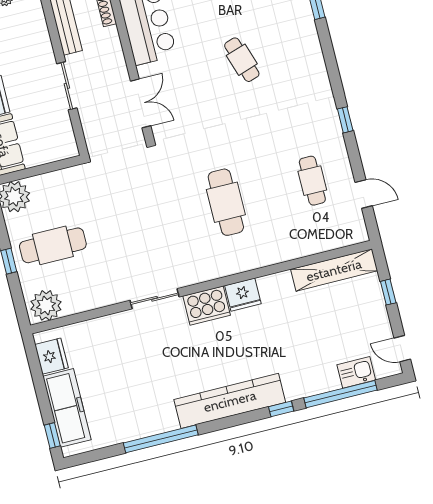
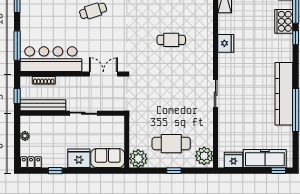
cafe table: (226, 202) -> (171, 40), width x0.73, depth x0.74
cafe table: (53, 245) -> (171, 144), turned 90
cooker: (207, 306) -> (284, 21), moved, turned 180
kitchen counter: (230, 401) -> (284, 94), moved

